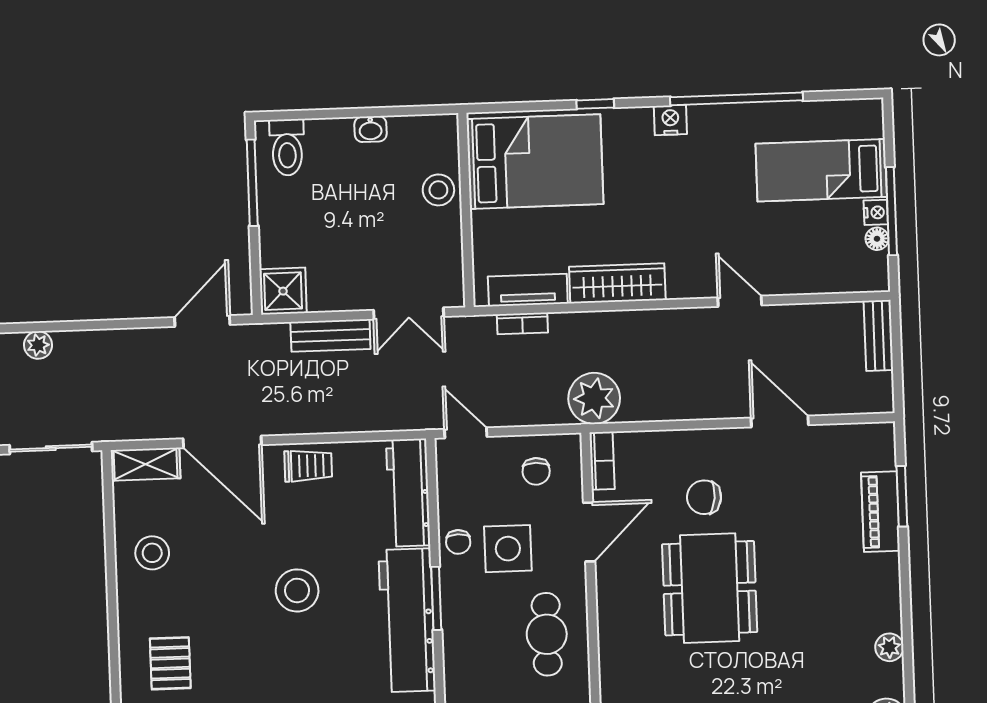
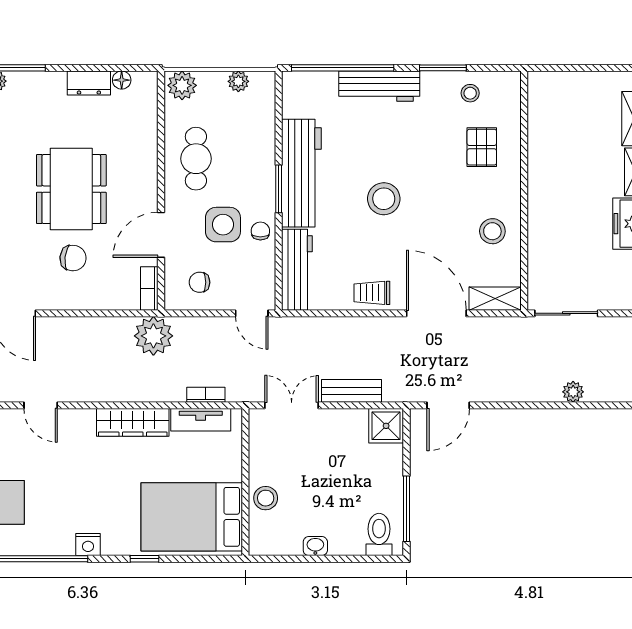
chair: (536, 471) -> (199, 282), turned -90

